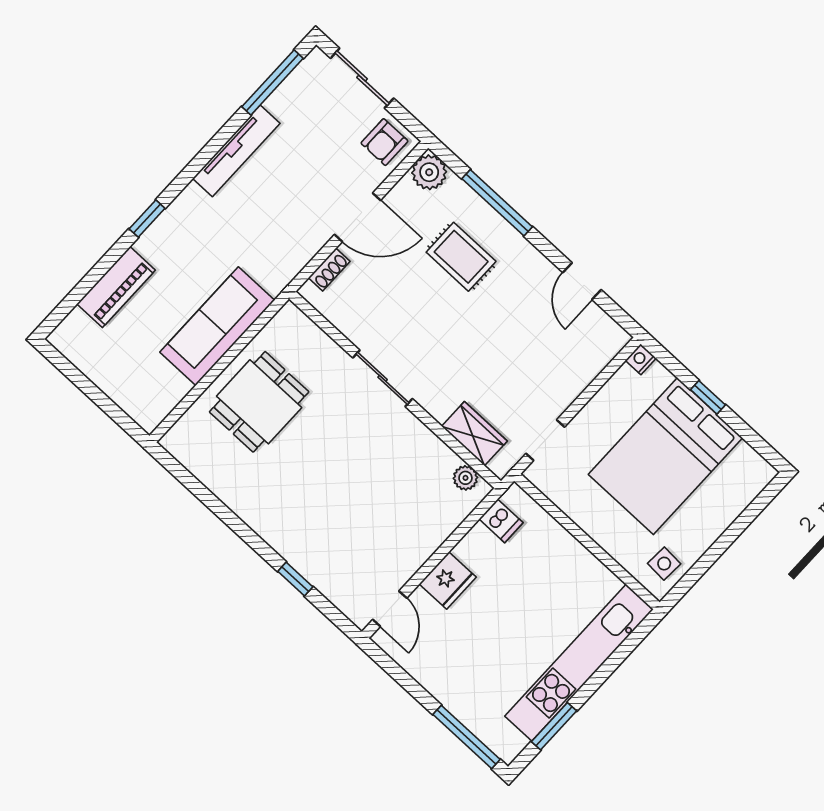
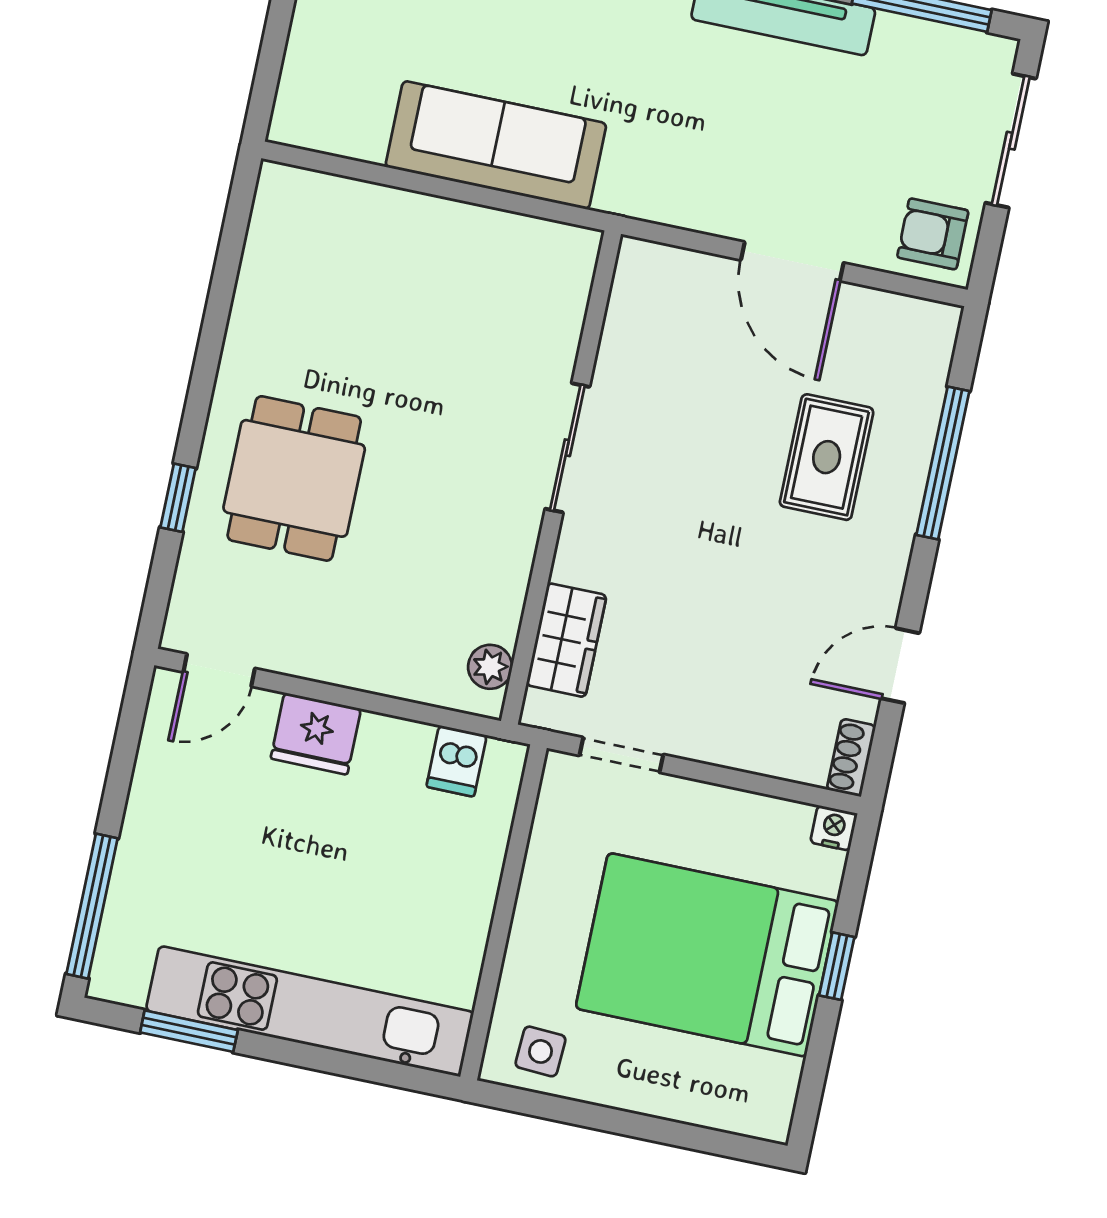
plant: (429, 172) -> (927, 330), removed
shoe rack: (329, 269) -> (851, 758), moved, turned 90
dining table: (259, 402) -> (294, 478), moved, turned 90

